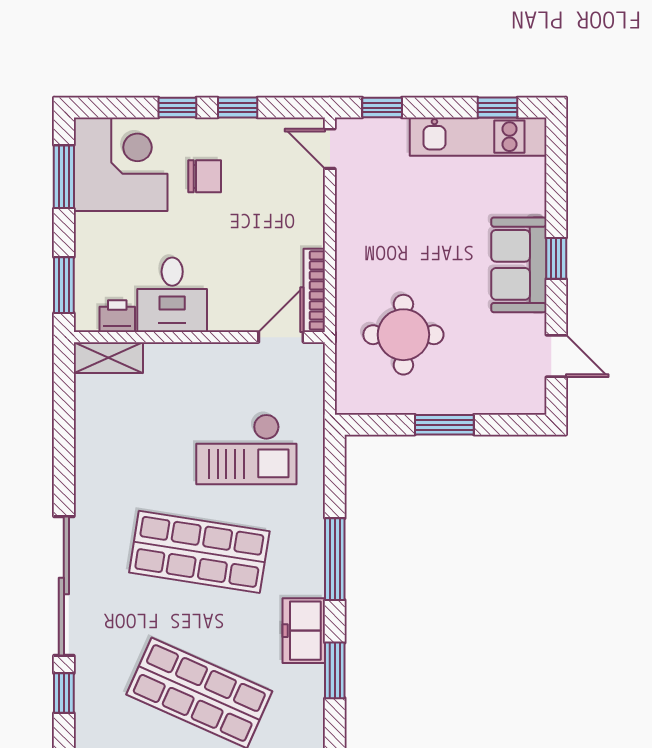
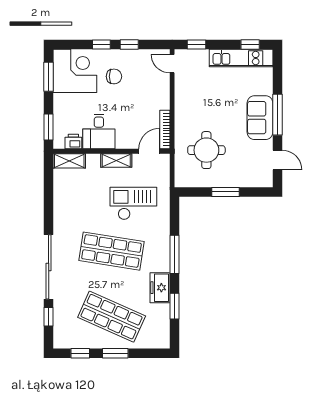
window: (556, 258) -> (277, 115), width x2.17
shelving: (210, 357) -> (116, 160), added
checkout: (246, 449) -> (133, 203), turned 180

